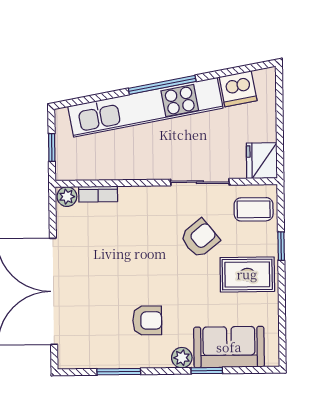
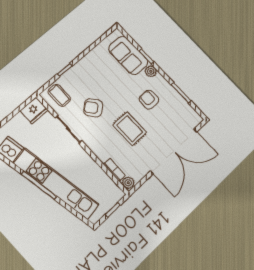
rug: (247, 274) -> (130, 129), moved

